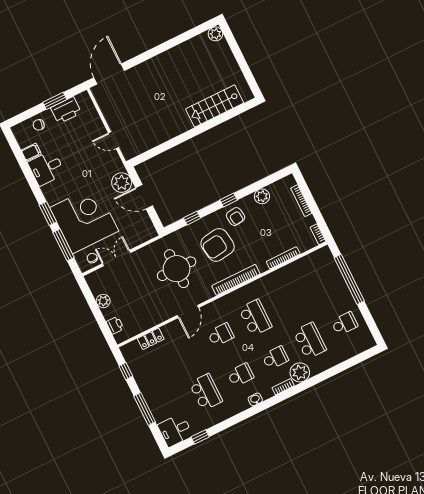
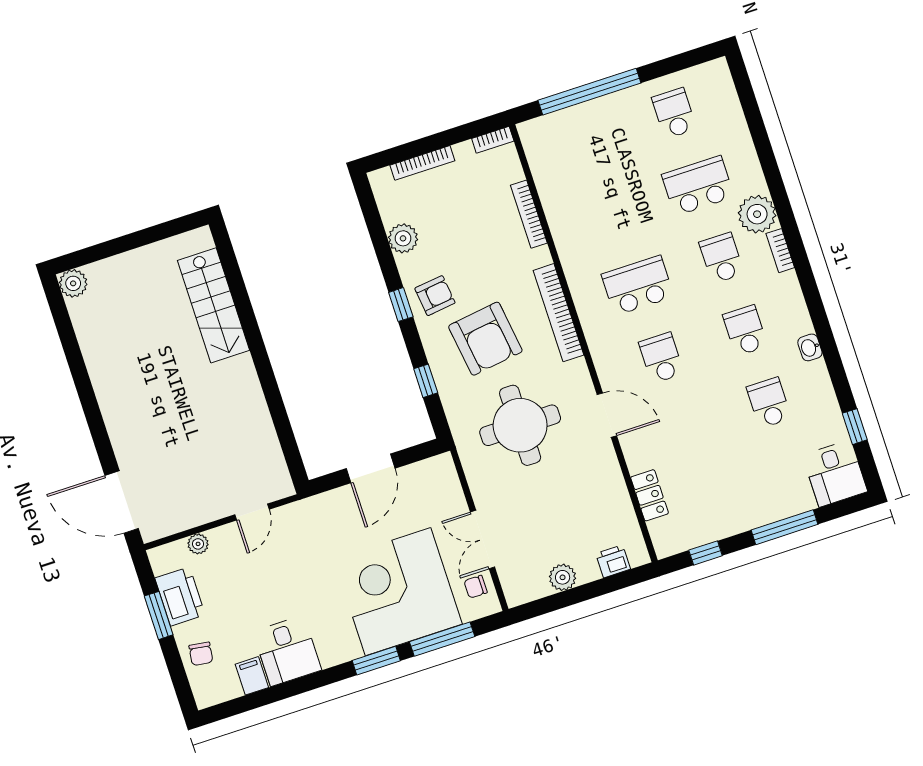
plant: (122, 183) -> (198, 544), moved, width x0.53, depth x0.53
school desk: (206, 392) -> (769, 403), width x0.54
washbasin: (255, 399) -> (810, 347), moved

